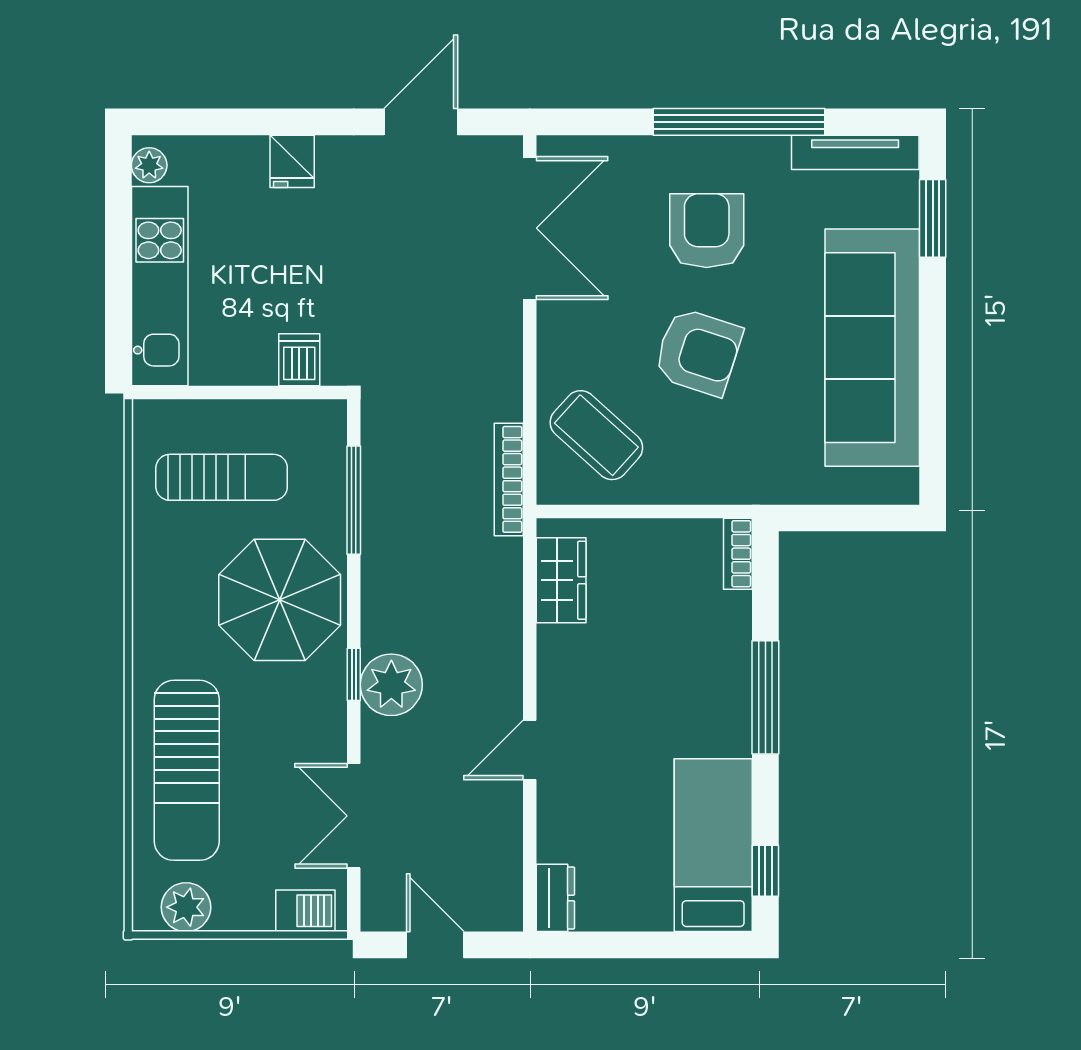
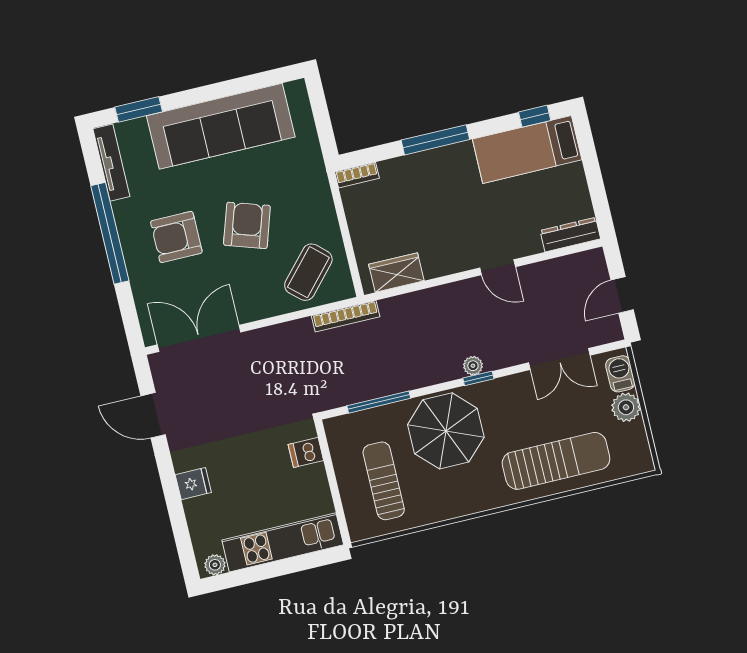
plant: (391, 685) -> (473, 366), width x0.53, depth x0.53
dresser: (555, 898) -> (570, 235), width x1.44
plant: (186, 907) -> (626, 407), moved

